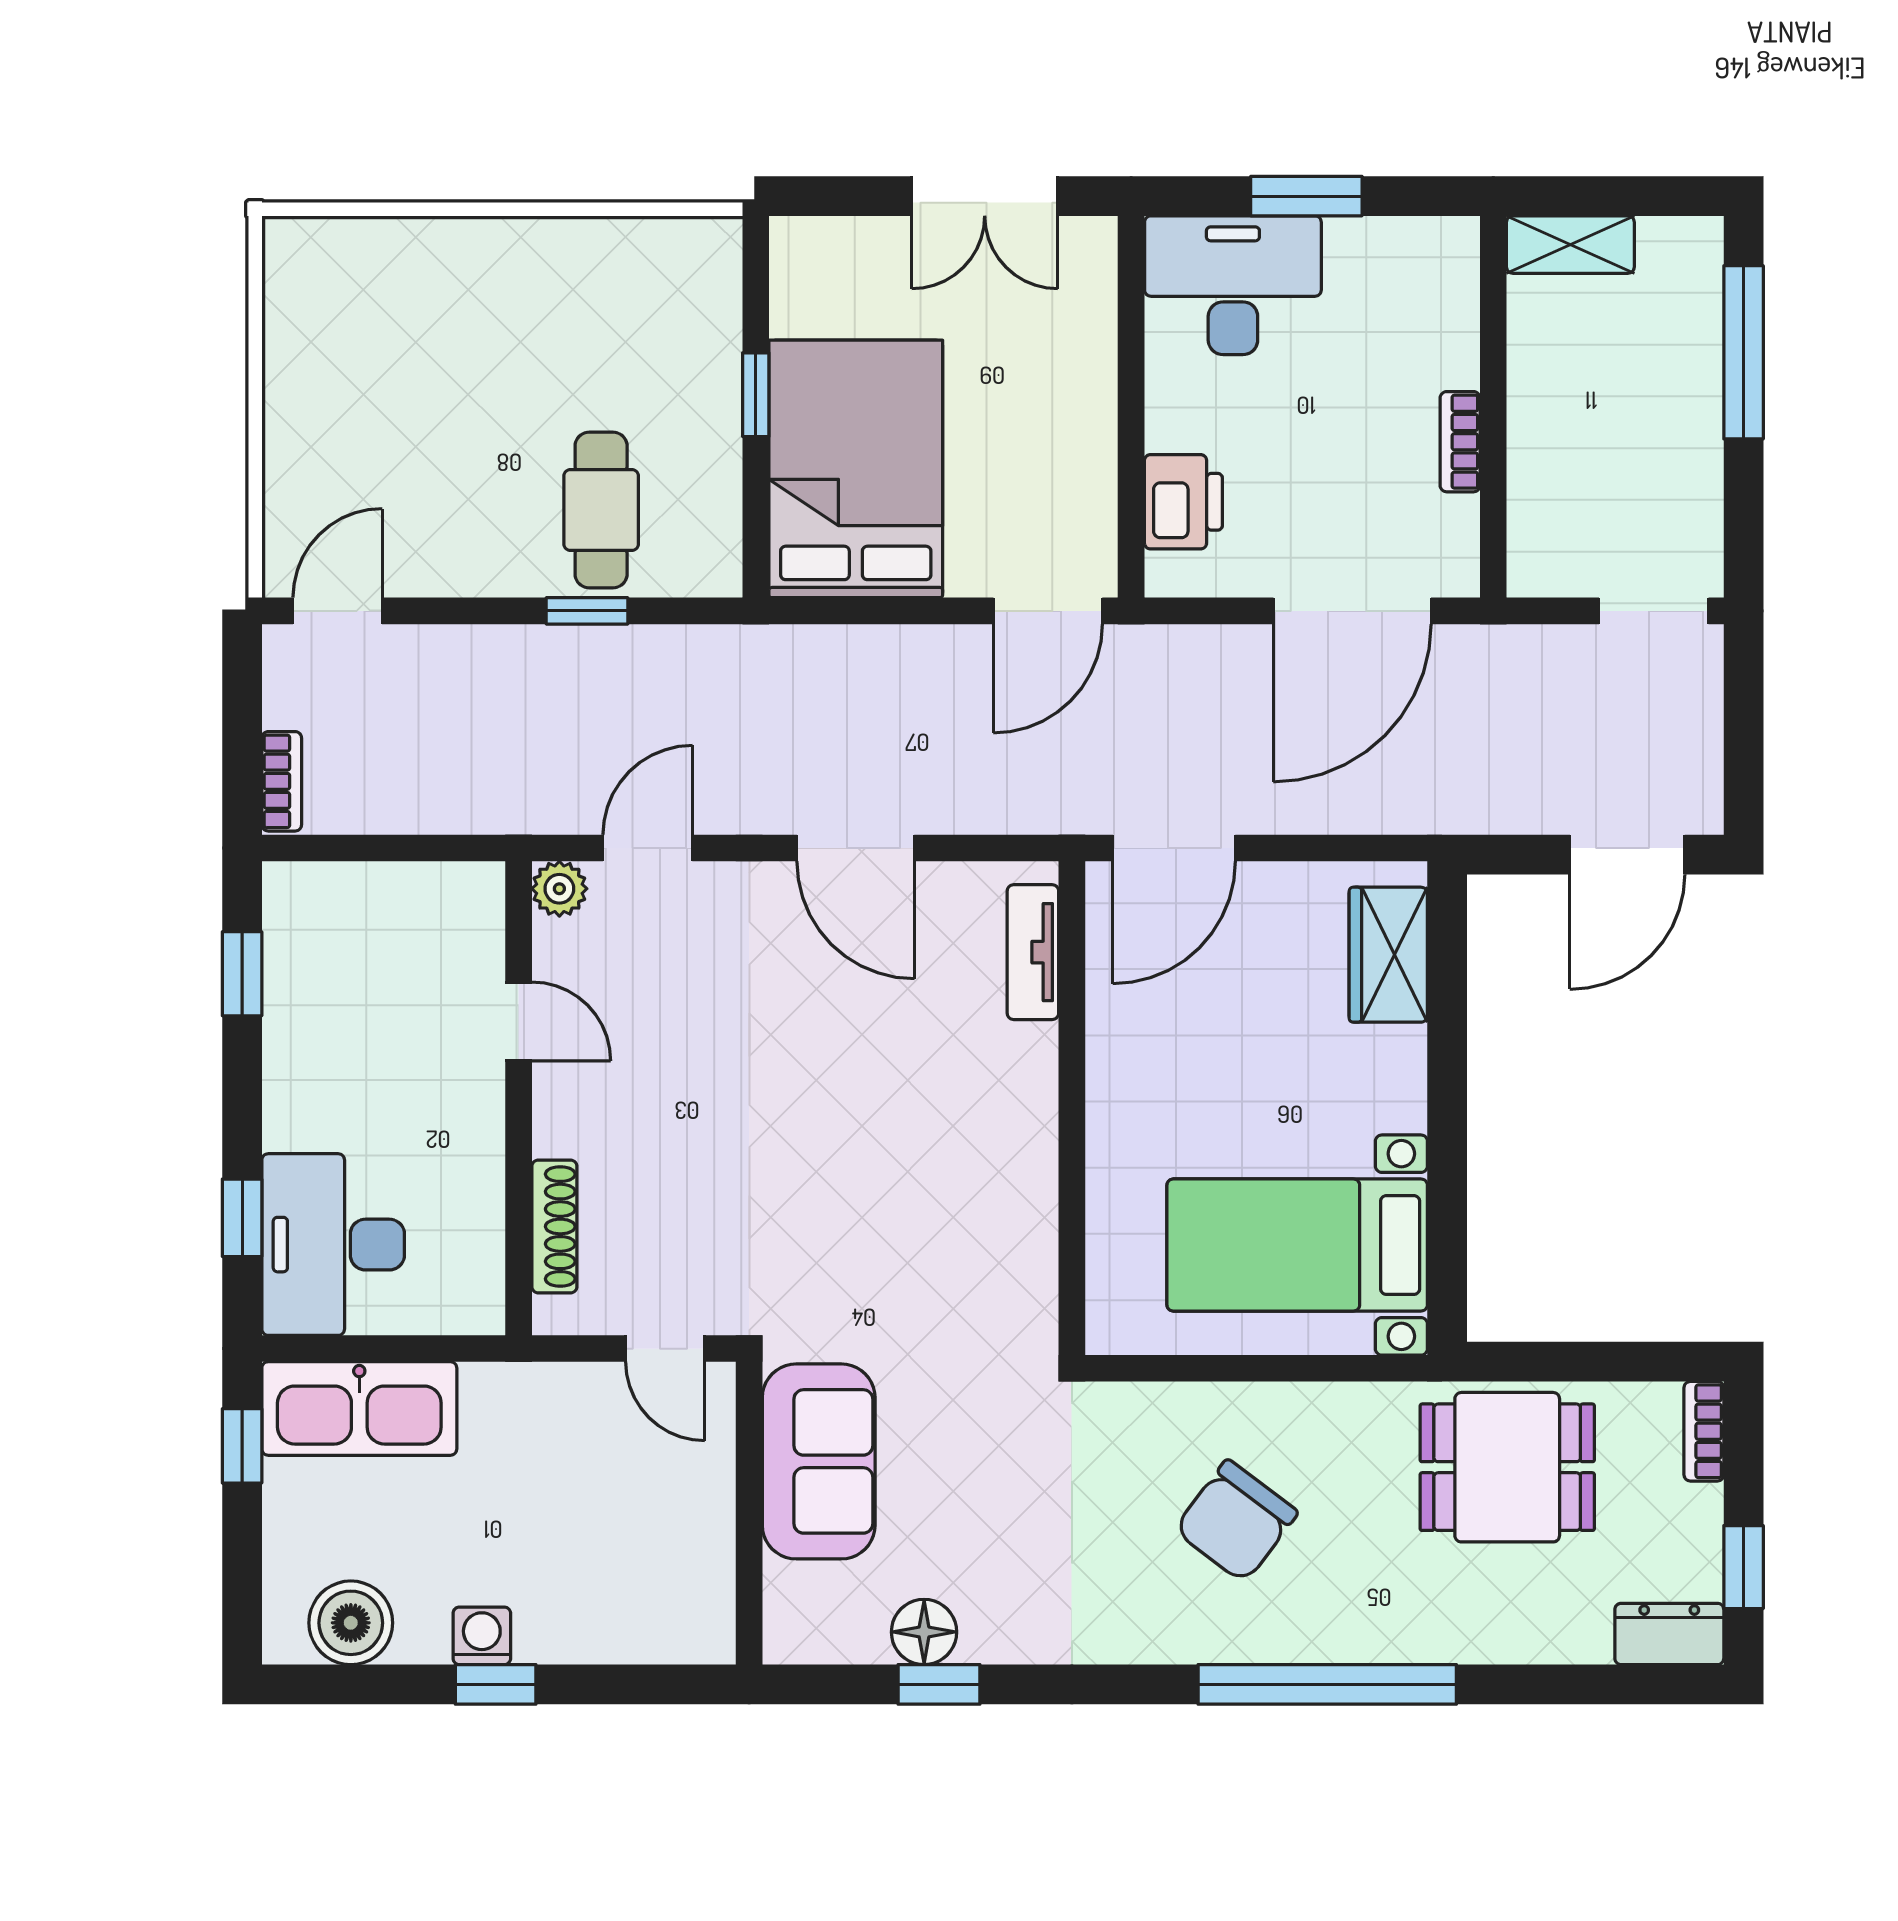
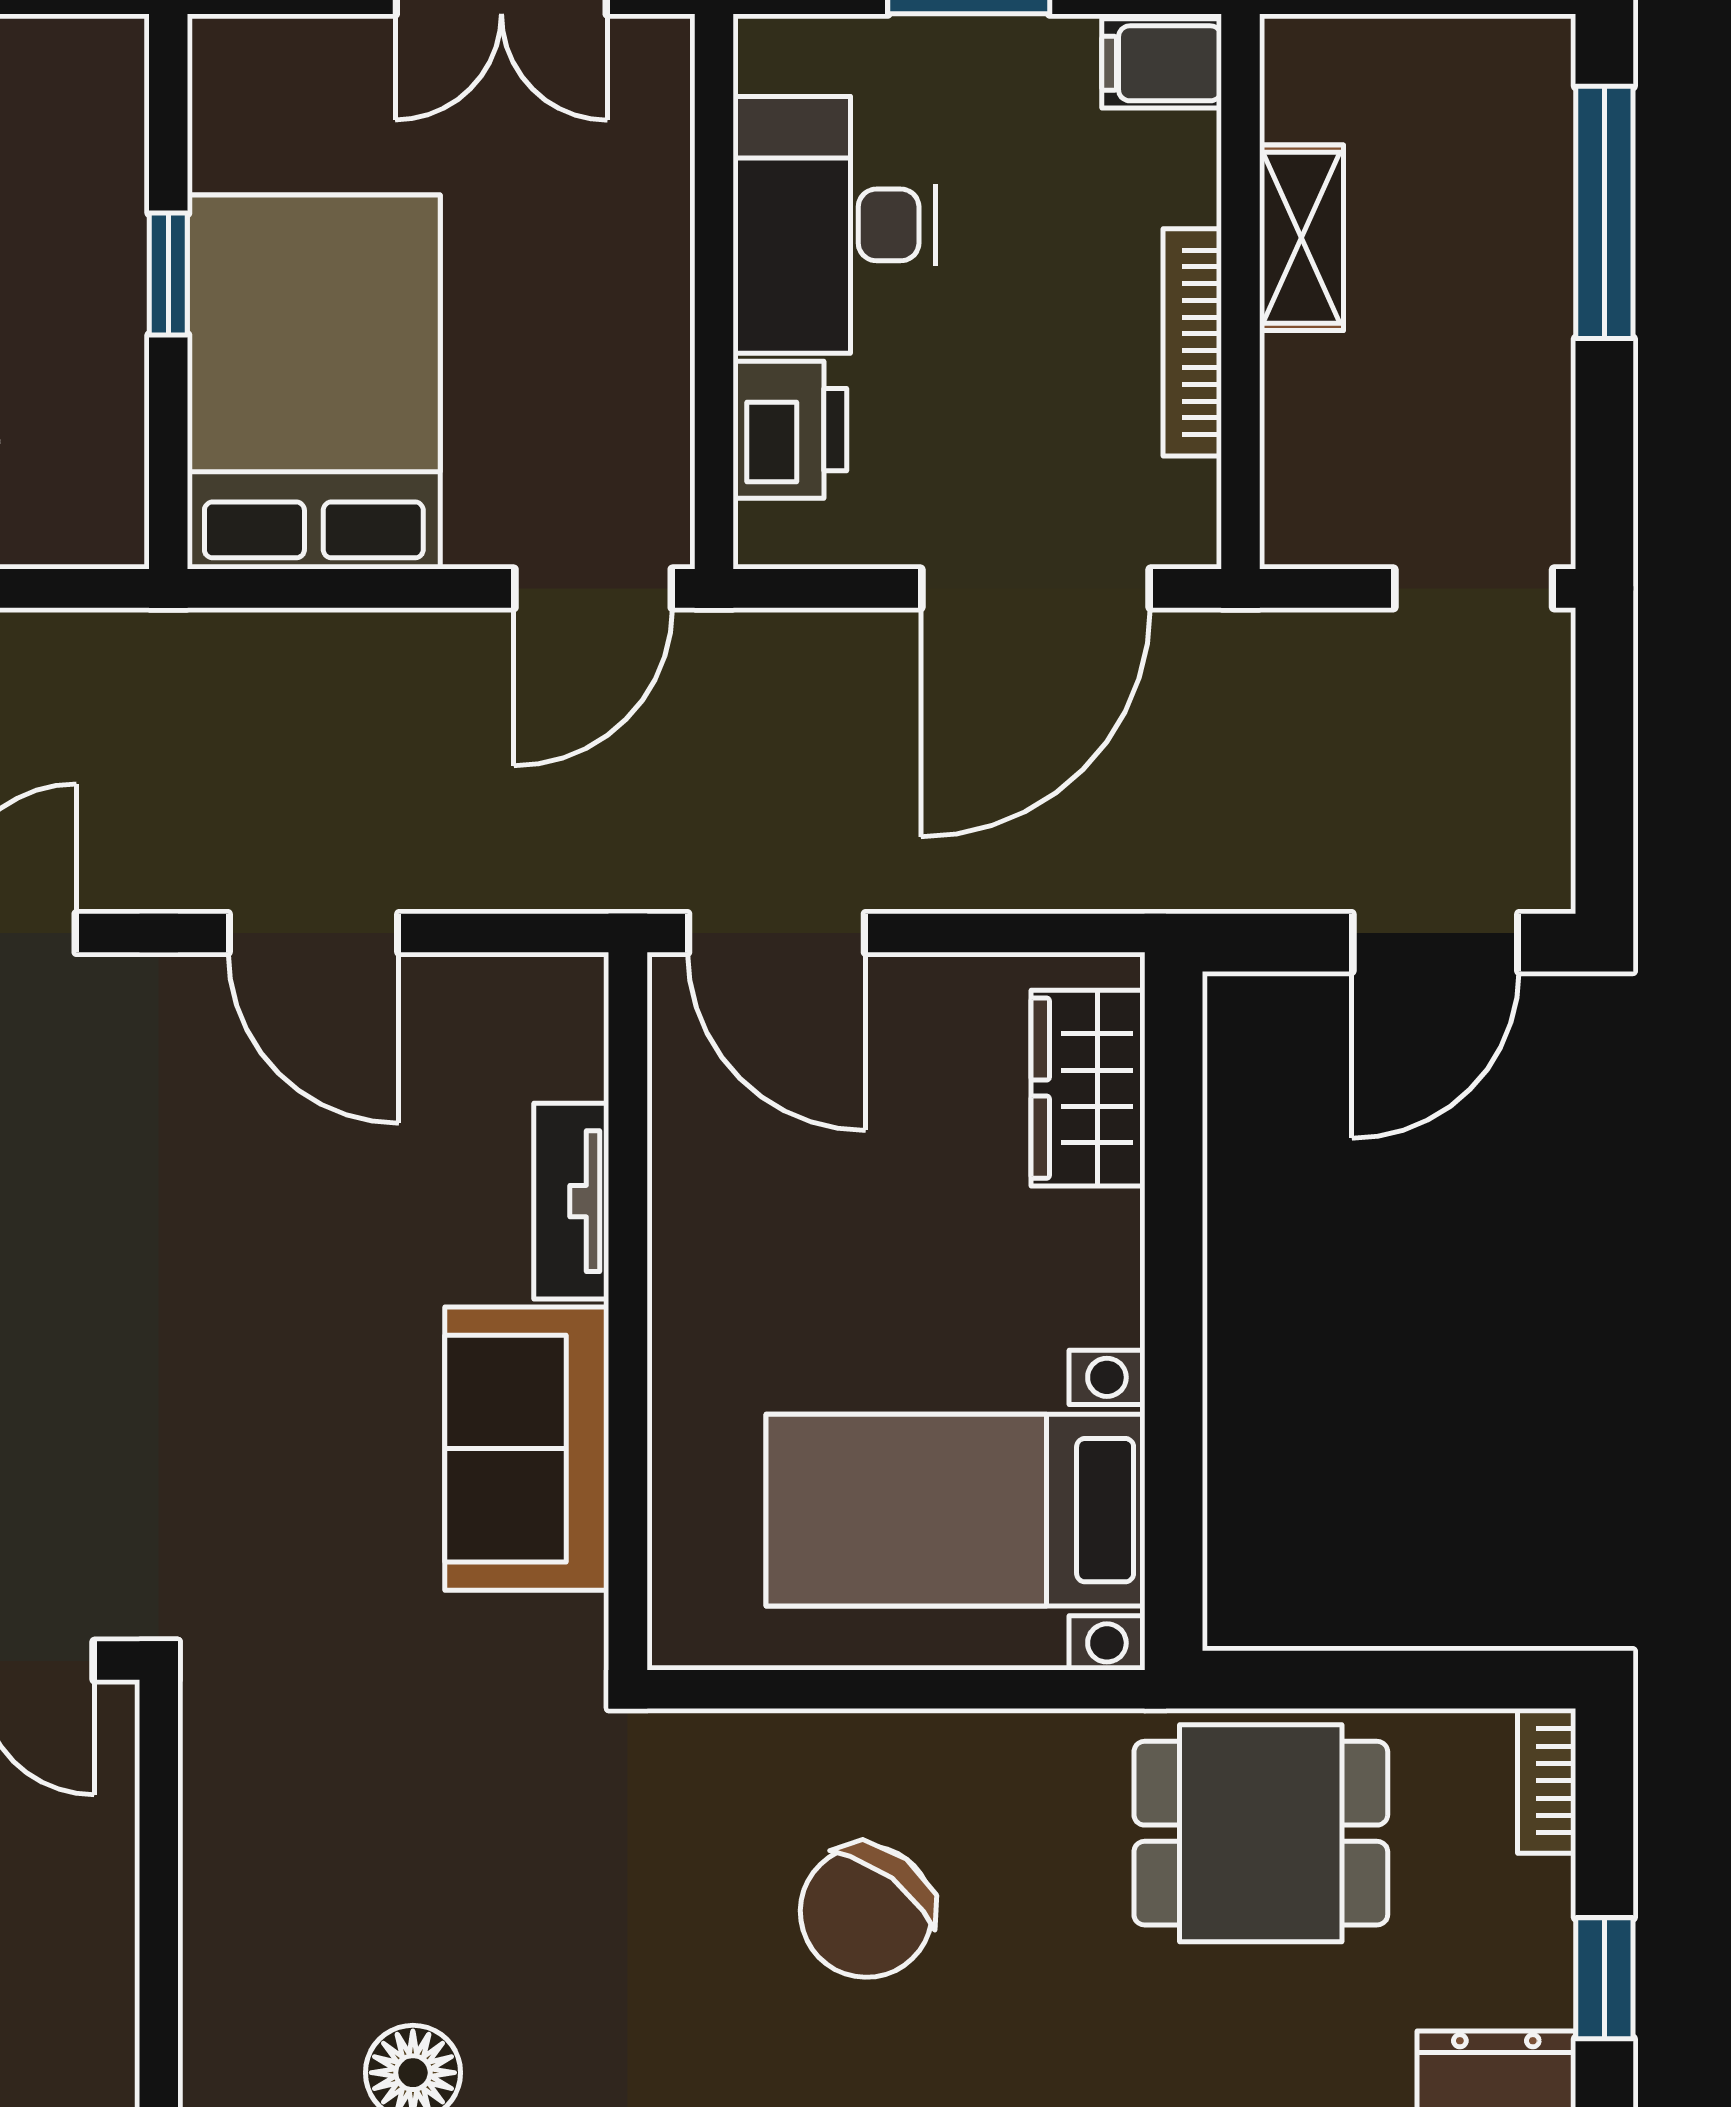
shelving: (1570, 245) -> (1302, 238), moved, turned 90
filing cabinet: (1439, 250) -> (1162, 63), added
desk: (1233, 285) -> (834, 225), moved, turned -90
bookcase: (1460, 442) -> (1192, 342), width x1.56
door: (1174, 848) -> (776, 933), hinge flipped
tv unit: (1033, 952) -> (571, 1201), moved
sofa: (819, 1461) -> (527, 1449), moved, turned 180

